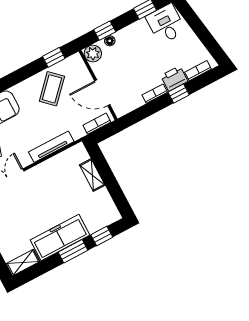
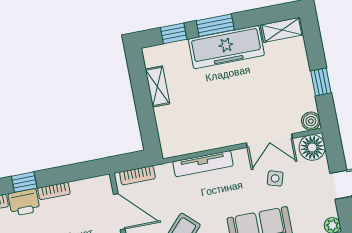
shelving: (92, 175) -> (157, 86), moved

